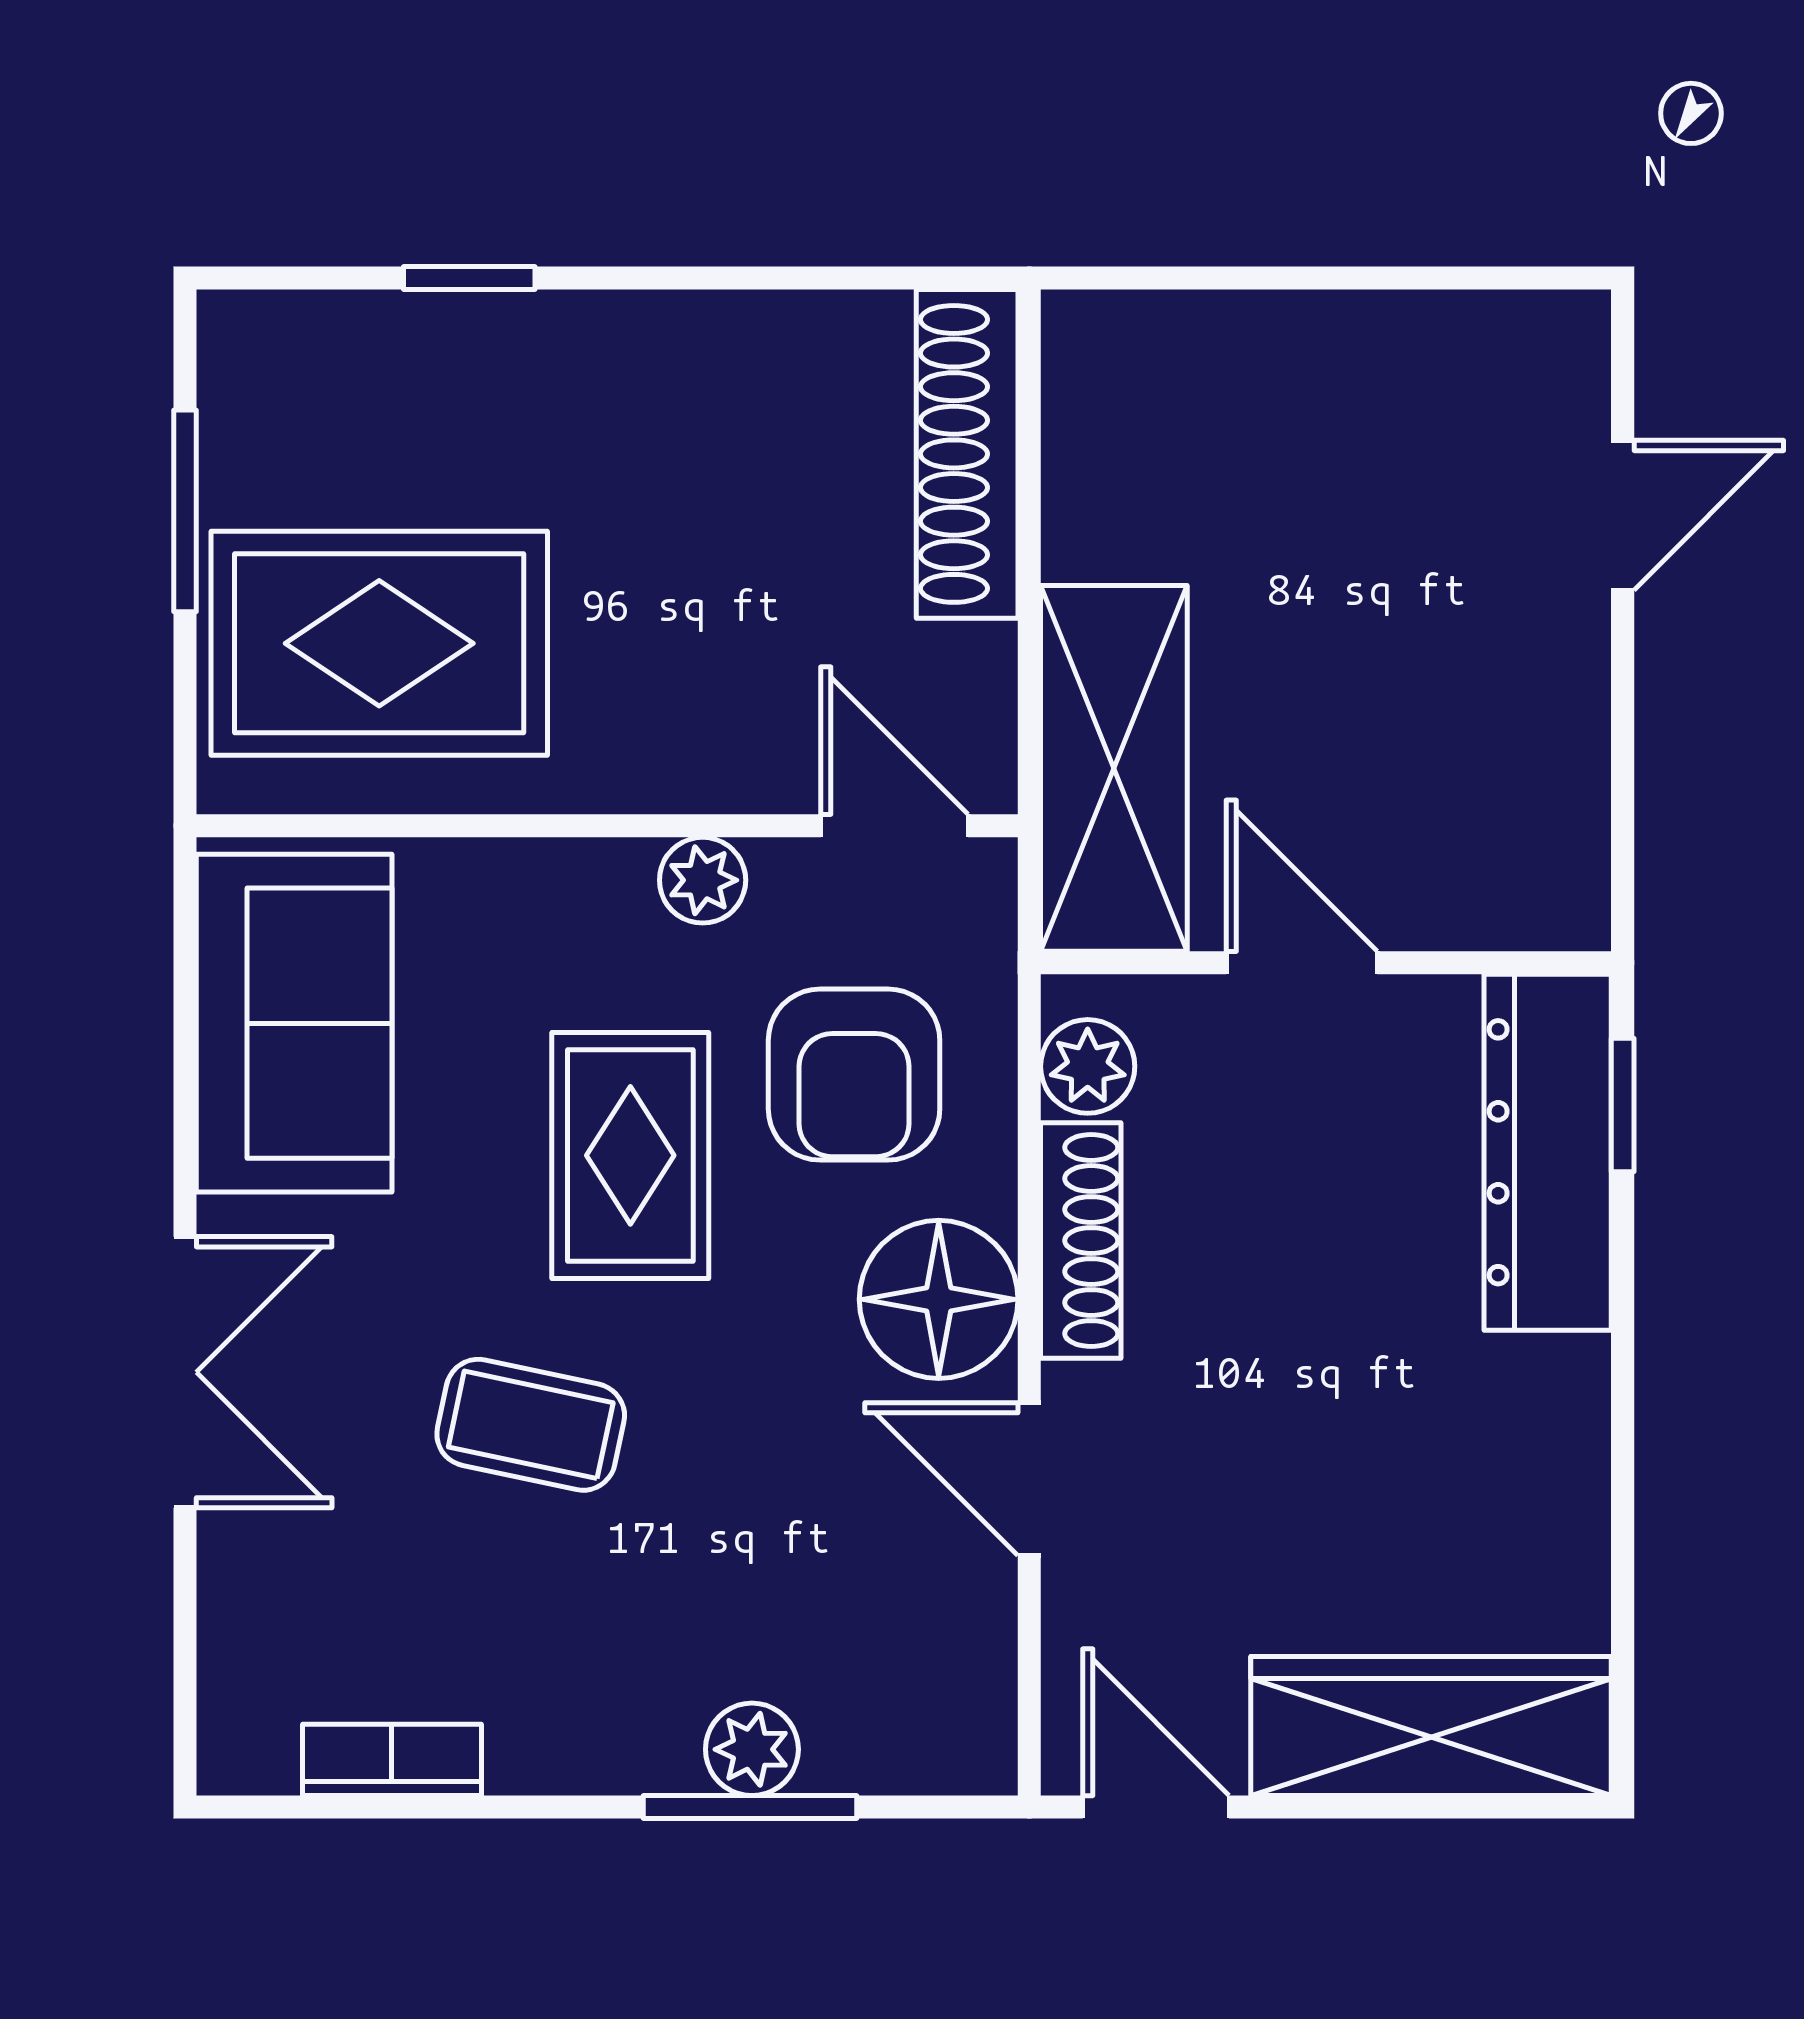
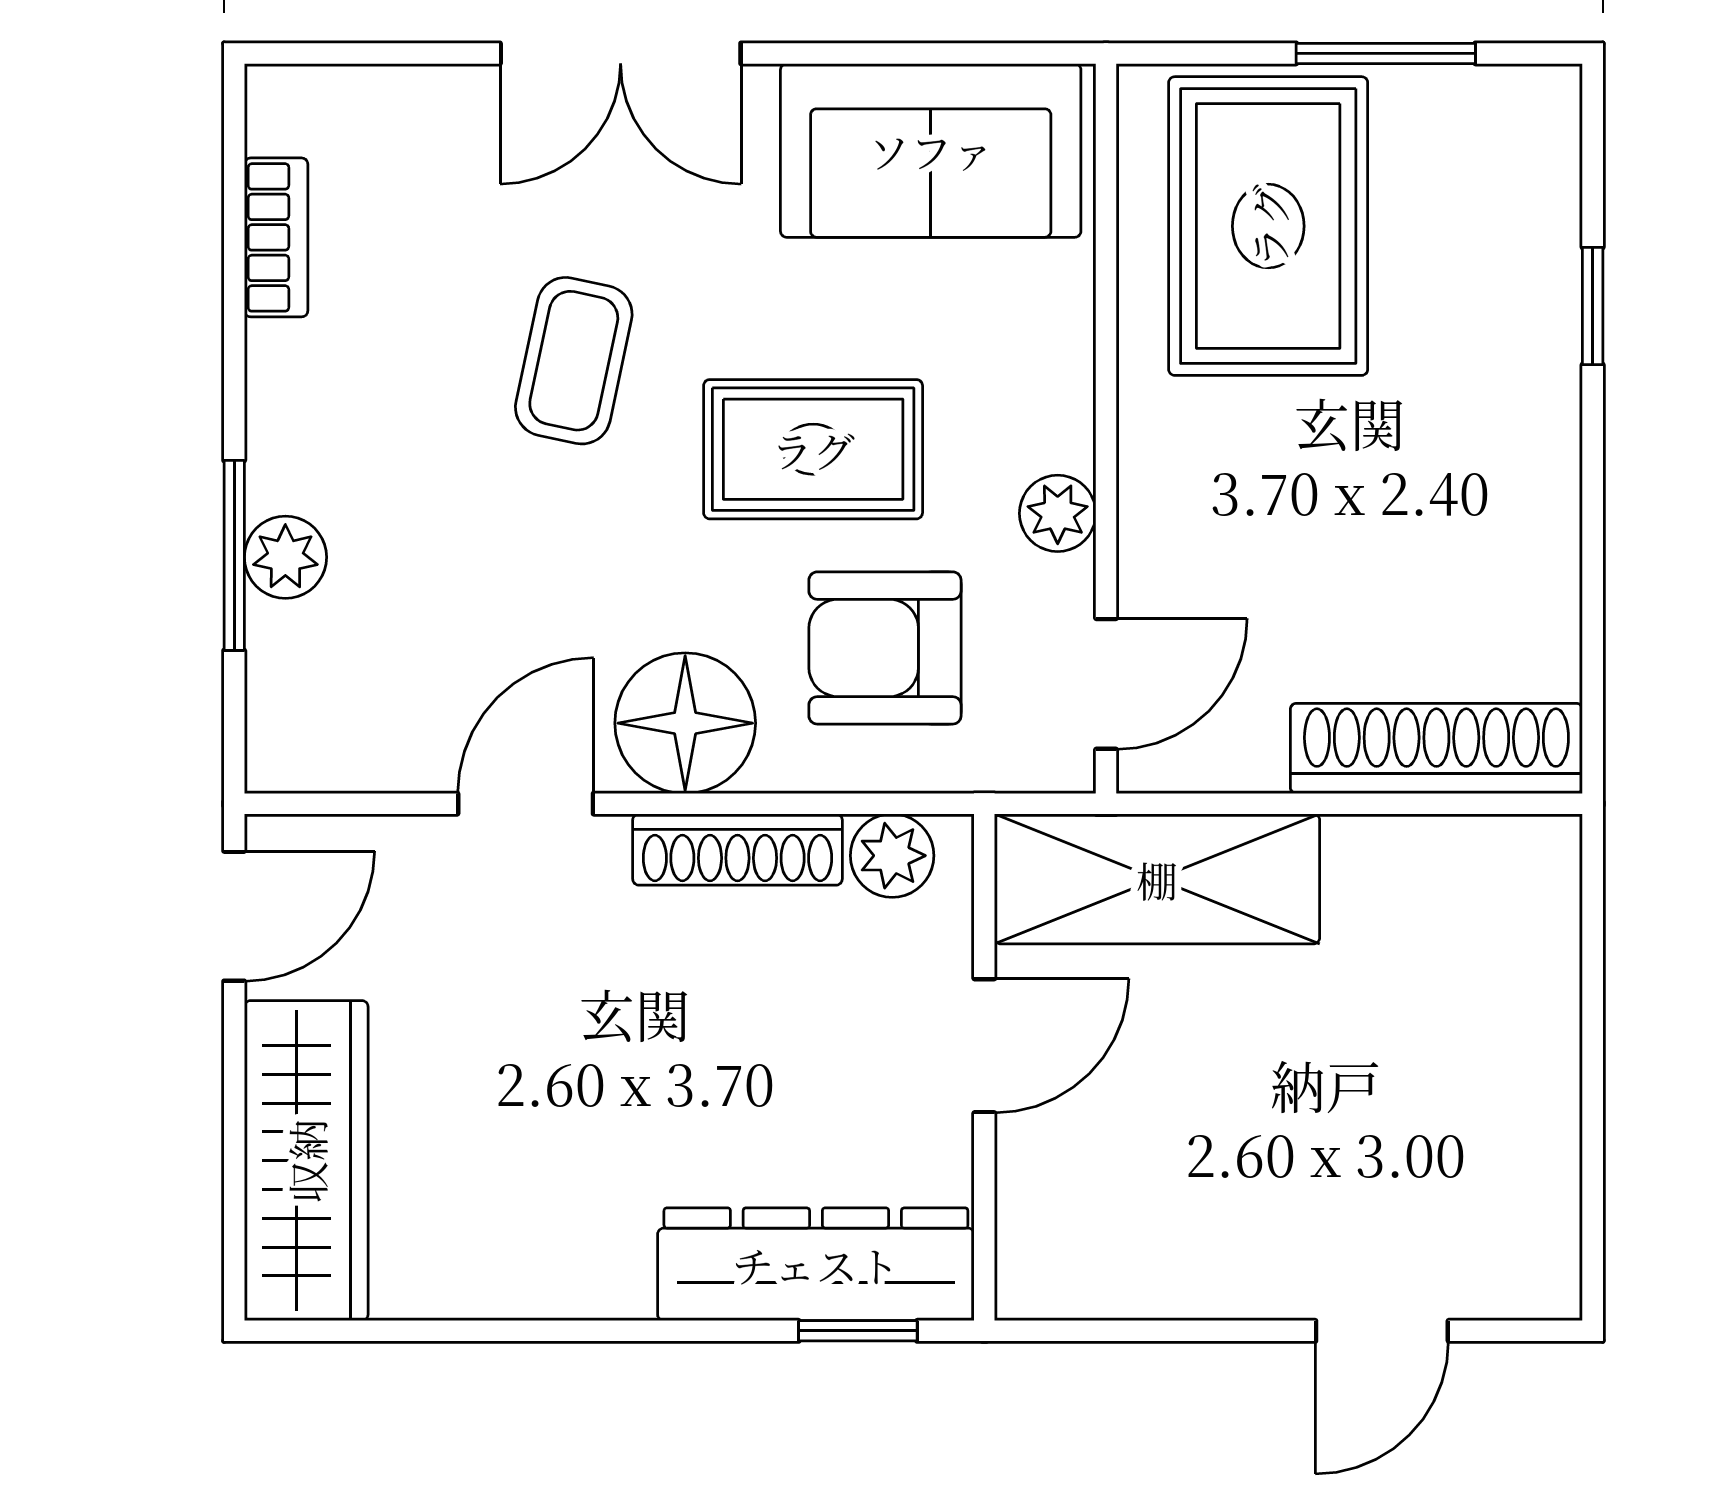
door: (1623, 515) -> (1382, 1331), hinge flipped

